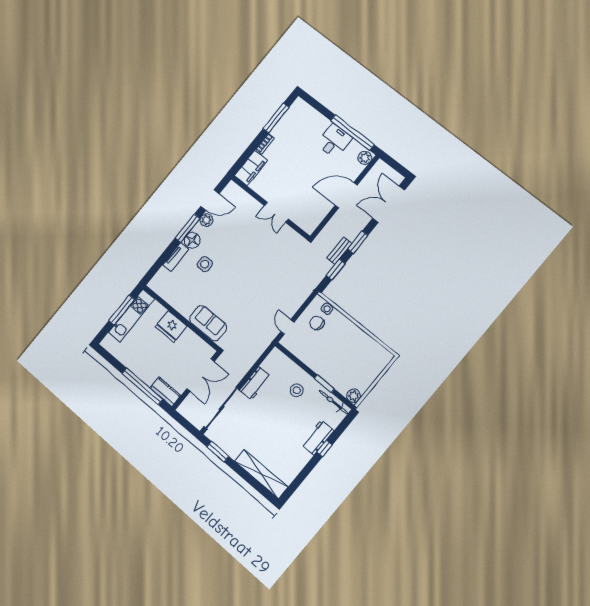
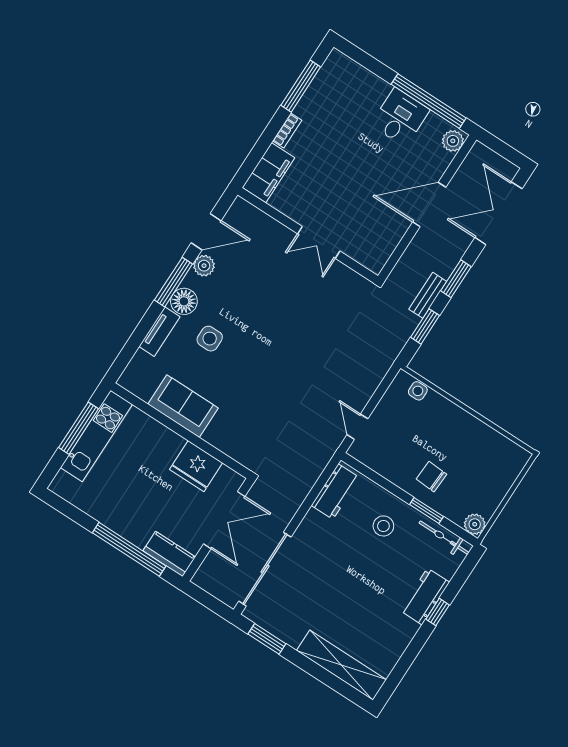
sofa: (208, 323) -> (183, 406), moved
chair: (317, 323) -> (432, 477), moved
fridge: (171, 326) -> (196, 466), moved
workbench: (255, 383) -> (336, 492), moved

